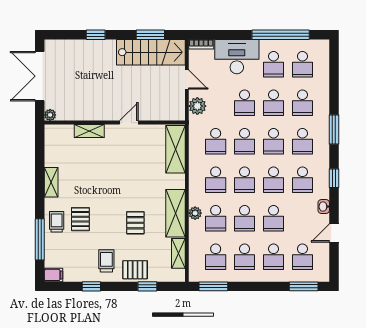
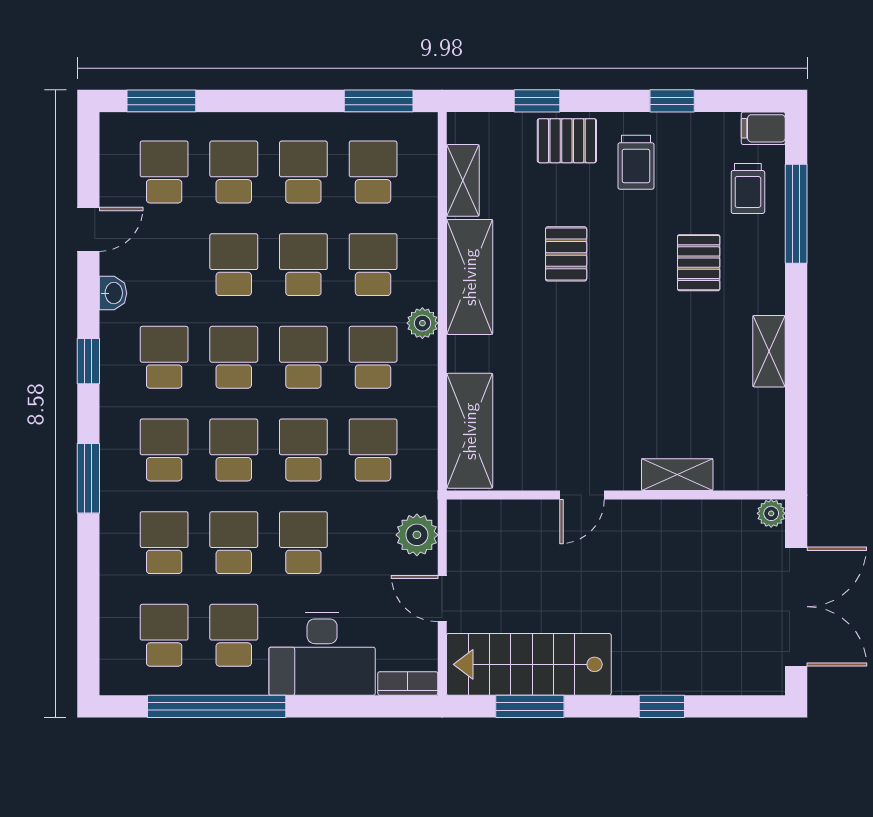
plant: (195, 213) -> (422, 323), moved
trolley: (57, 222) -> (748, 188), moved

